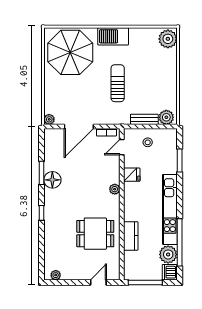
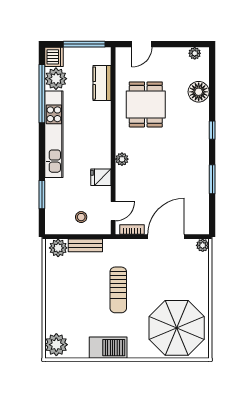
barbecue: (113, 36) -> (108, 348), moved
floor lamp: (52, 180) -> (199, 92), moved
dining table: (95, 234) -> (146, 104), turned 90
kitchen counter: (131, 236) -> (102, 83), moved

